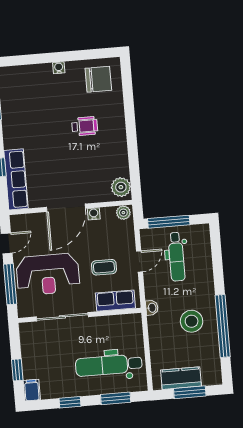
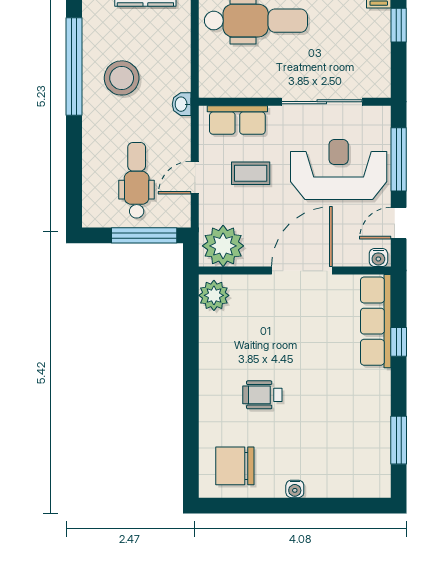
plant: (123, 213) -> (223, 246), width x1.88, depth x1.88
water cooler: (94, 214) -> (378, 257), moved

